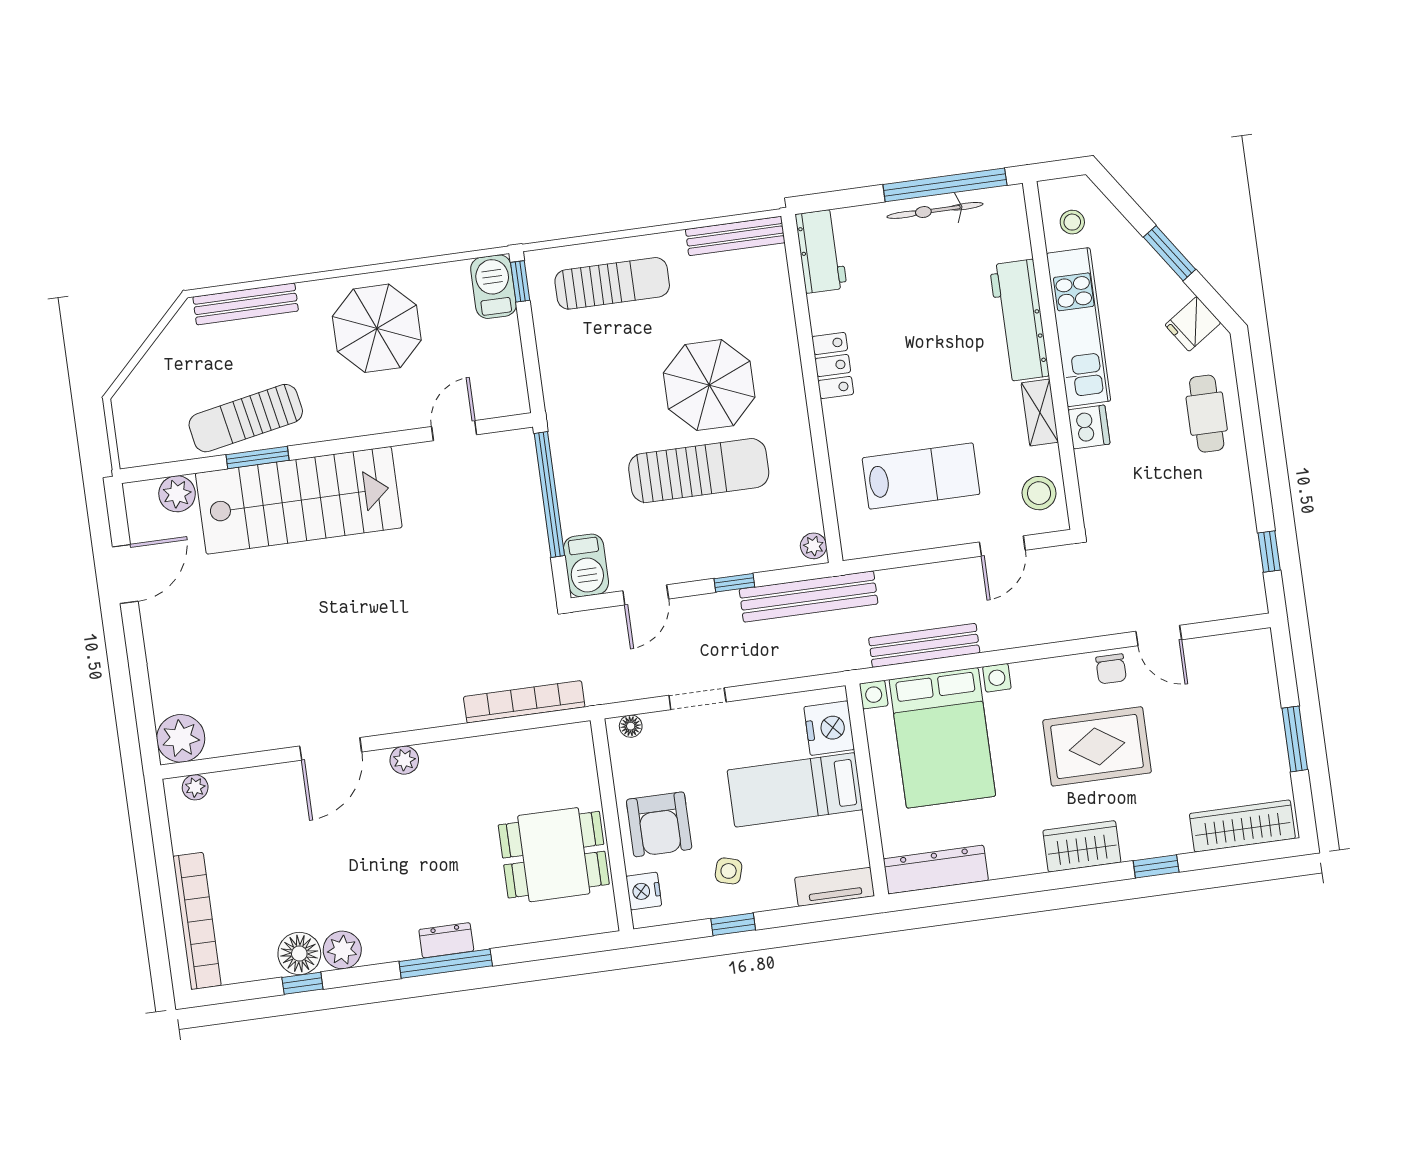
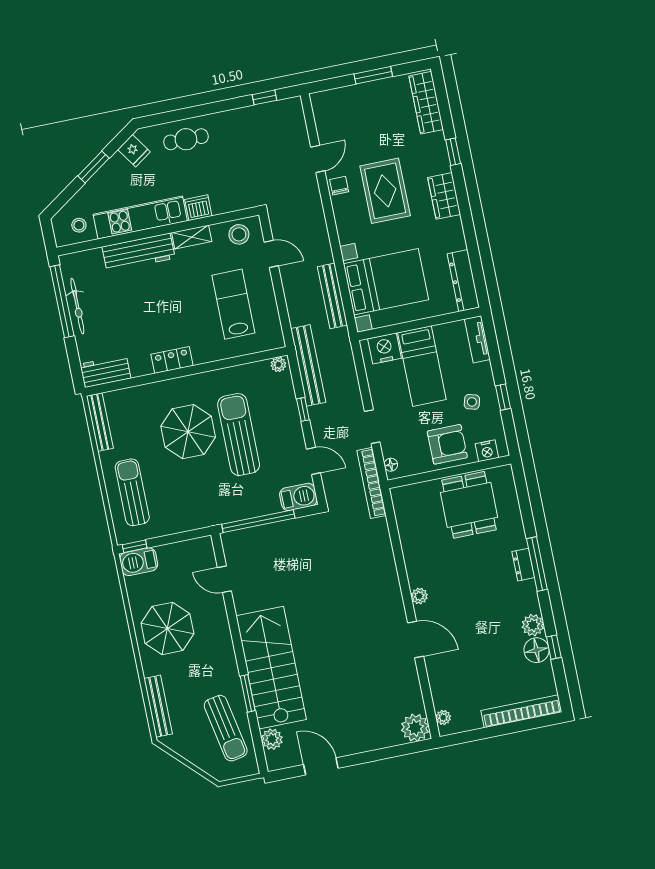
sun lounger: (246, 418) -> (226, 728), moved
chair: (1111, 669) -> (339, 186), turned -90
bookcase: (524, 702) -> (371, 483), moved

